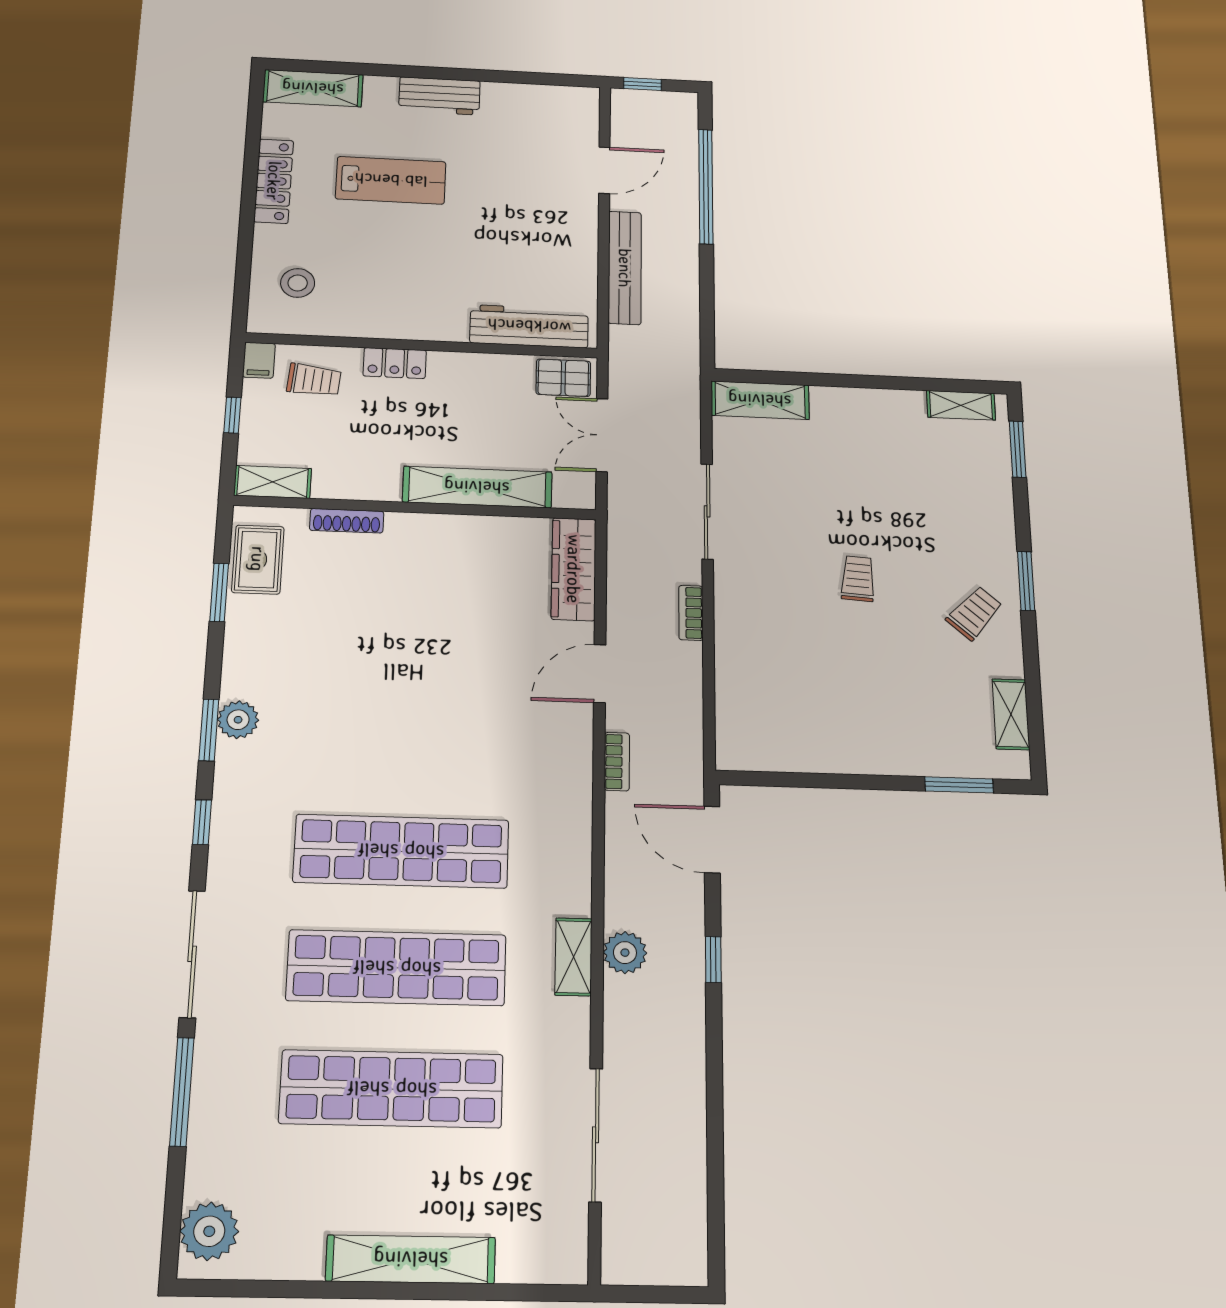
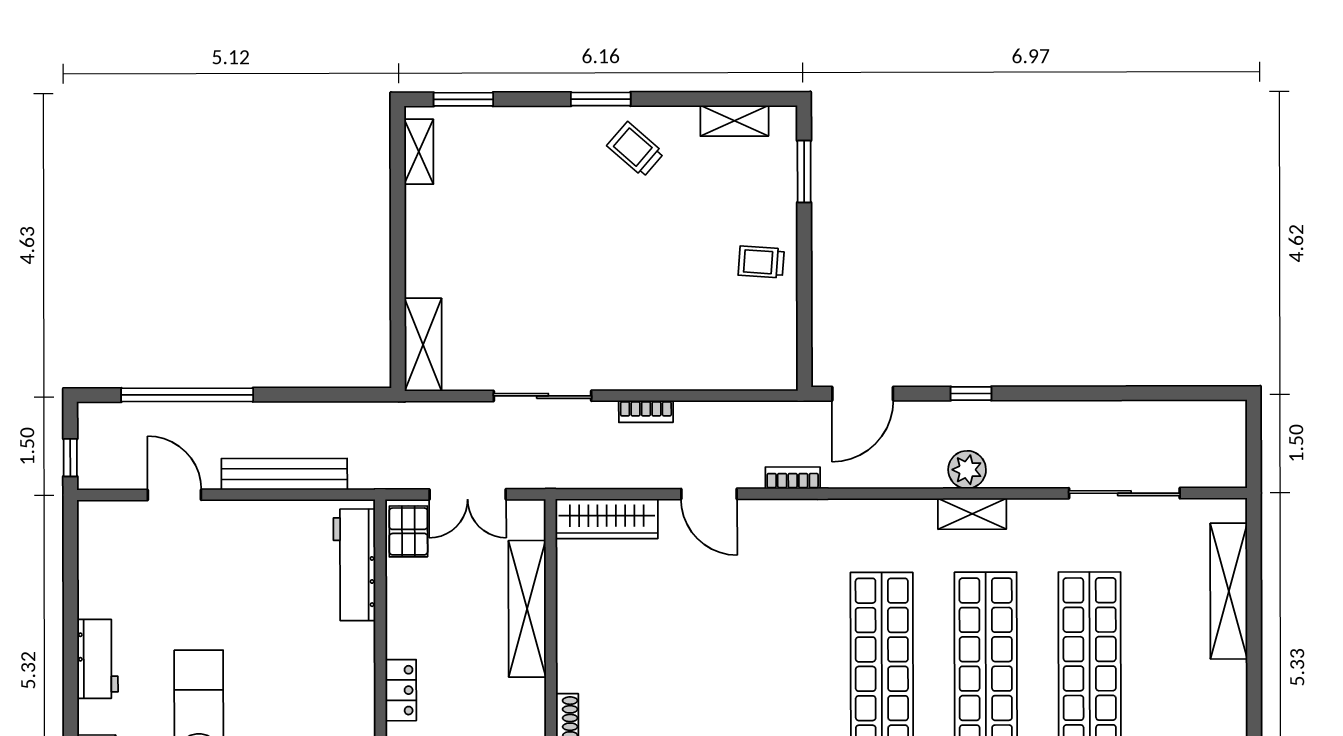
trolley: (858, 579) -> (761, 262), moved
shelving: (411, 1259) -> (1229, 591), moved

